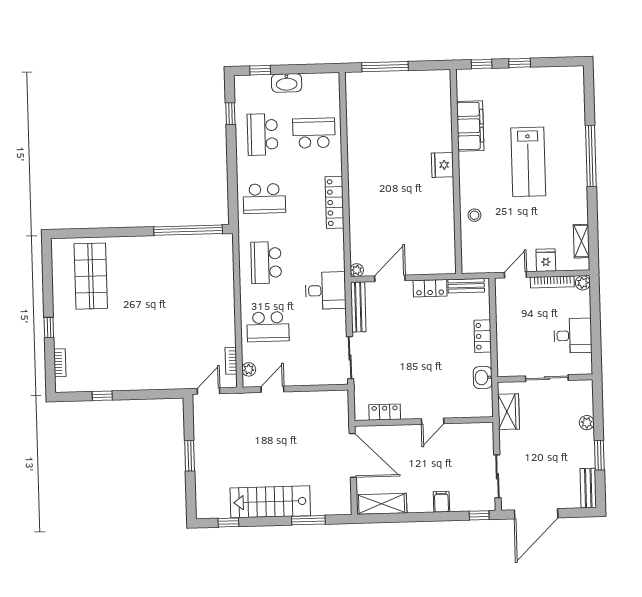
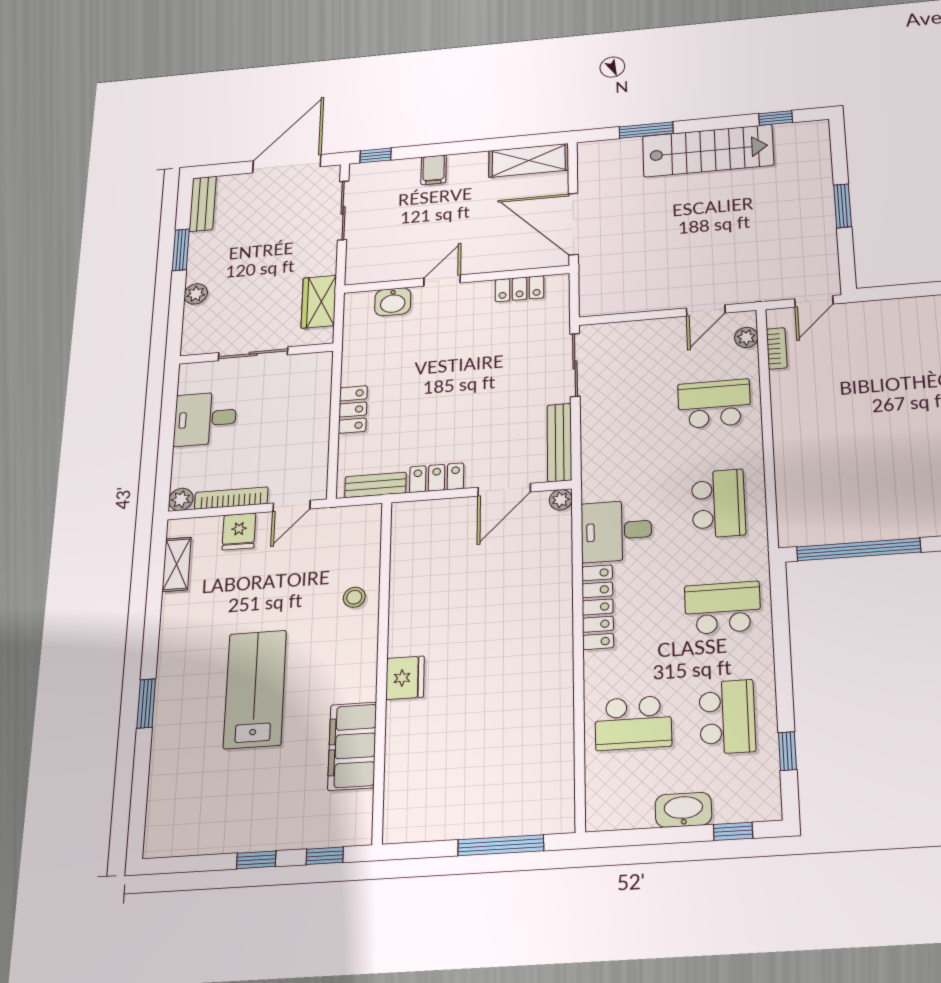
window: (591, 156) -> (146, 704), width x0.47
desk: (326, 291) -> (616, 531), moved
washbasin: (483, 377) -> (393, 302), moved, turned 90

